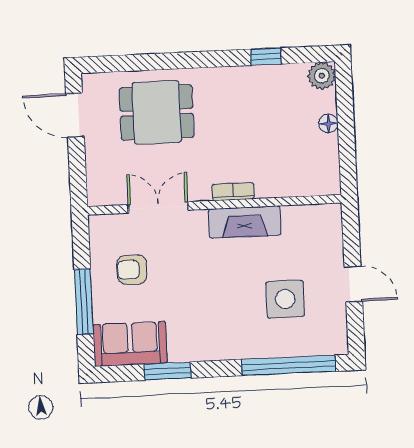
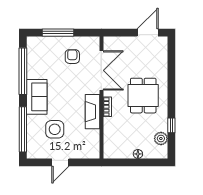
plant: (322, 76) -> (161, 138), moved
dining table: (157, 112) -> (143, 96), moved
double door: (158, 207) -> (101, 70), width x1.37
sofa: (130, 344) -> (37, 97), moved
window: (168, 371) -> (23, 71), width x2.11

